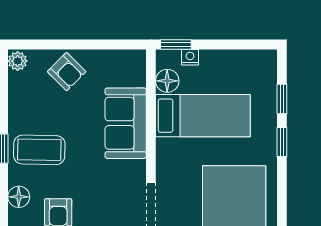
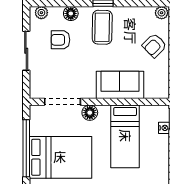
floor lamp: (167, 81) -> (90, 113), moved

